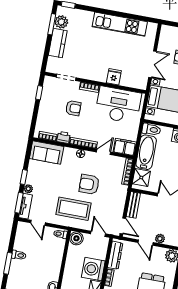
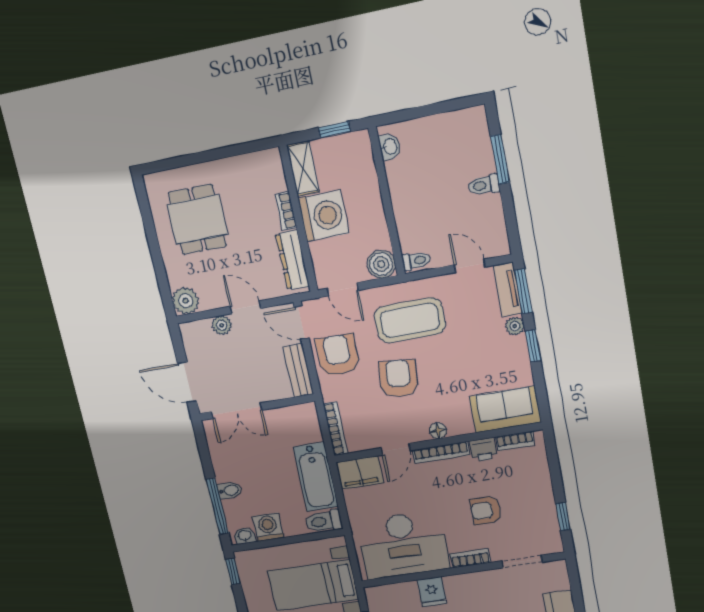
shower: (141, 177) -> (305, 427), removed
armchair: (89, 184) -> (398, 378), turned -84
armchair: (112, 205) -> (338, 355), added

